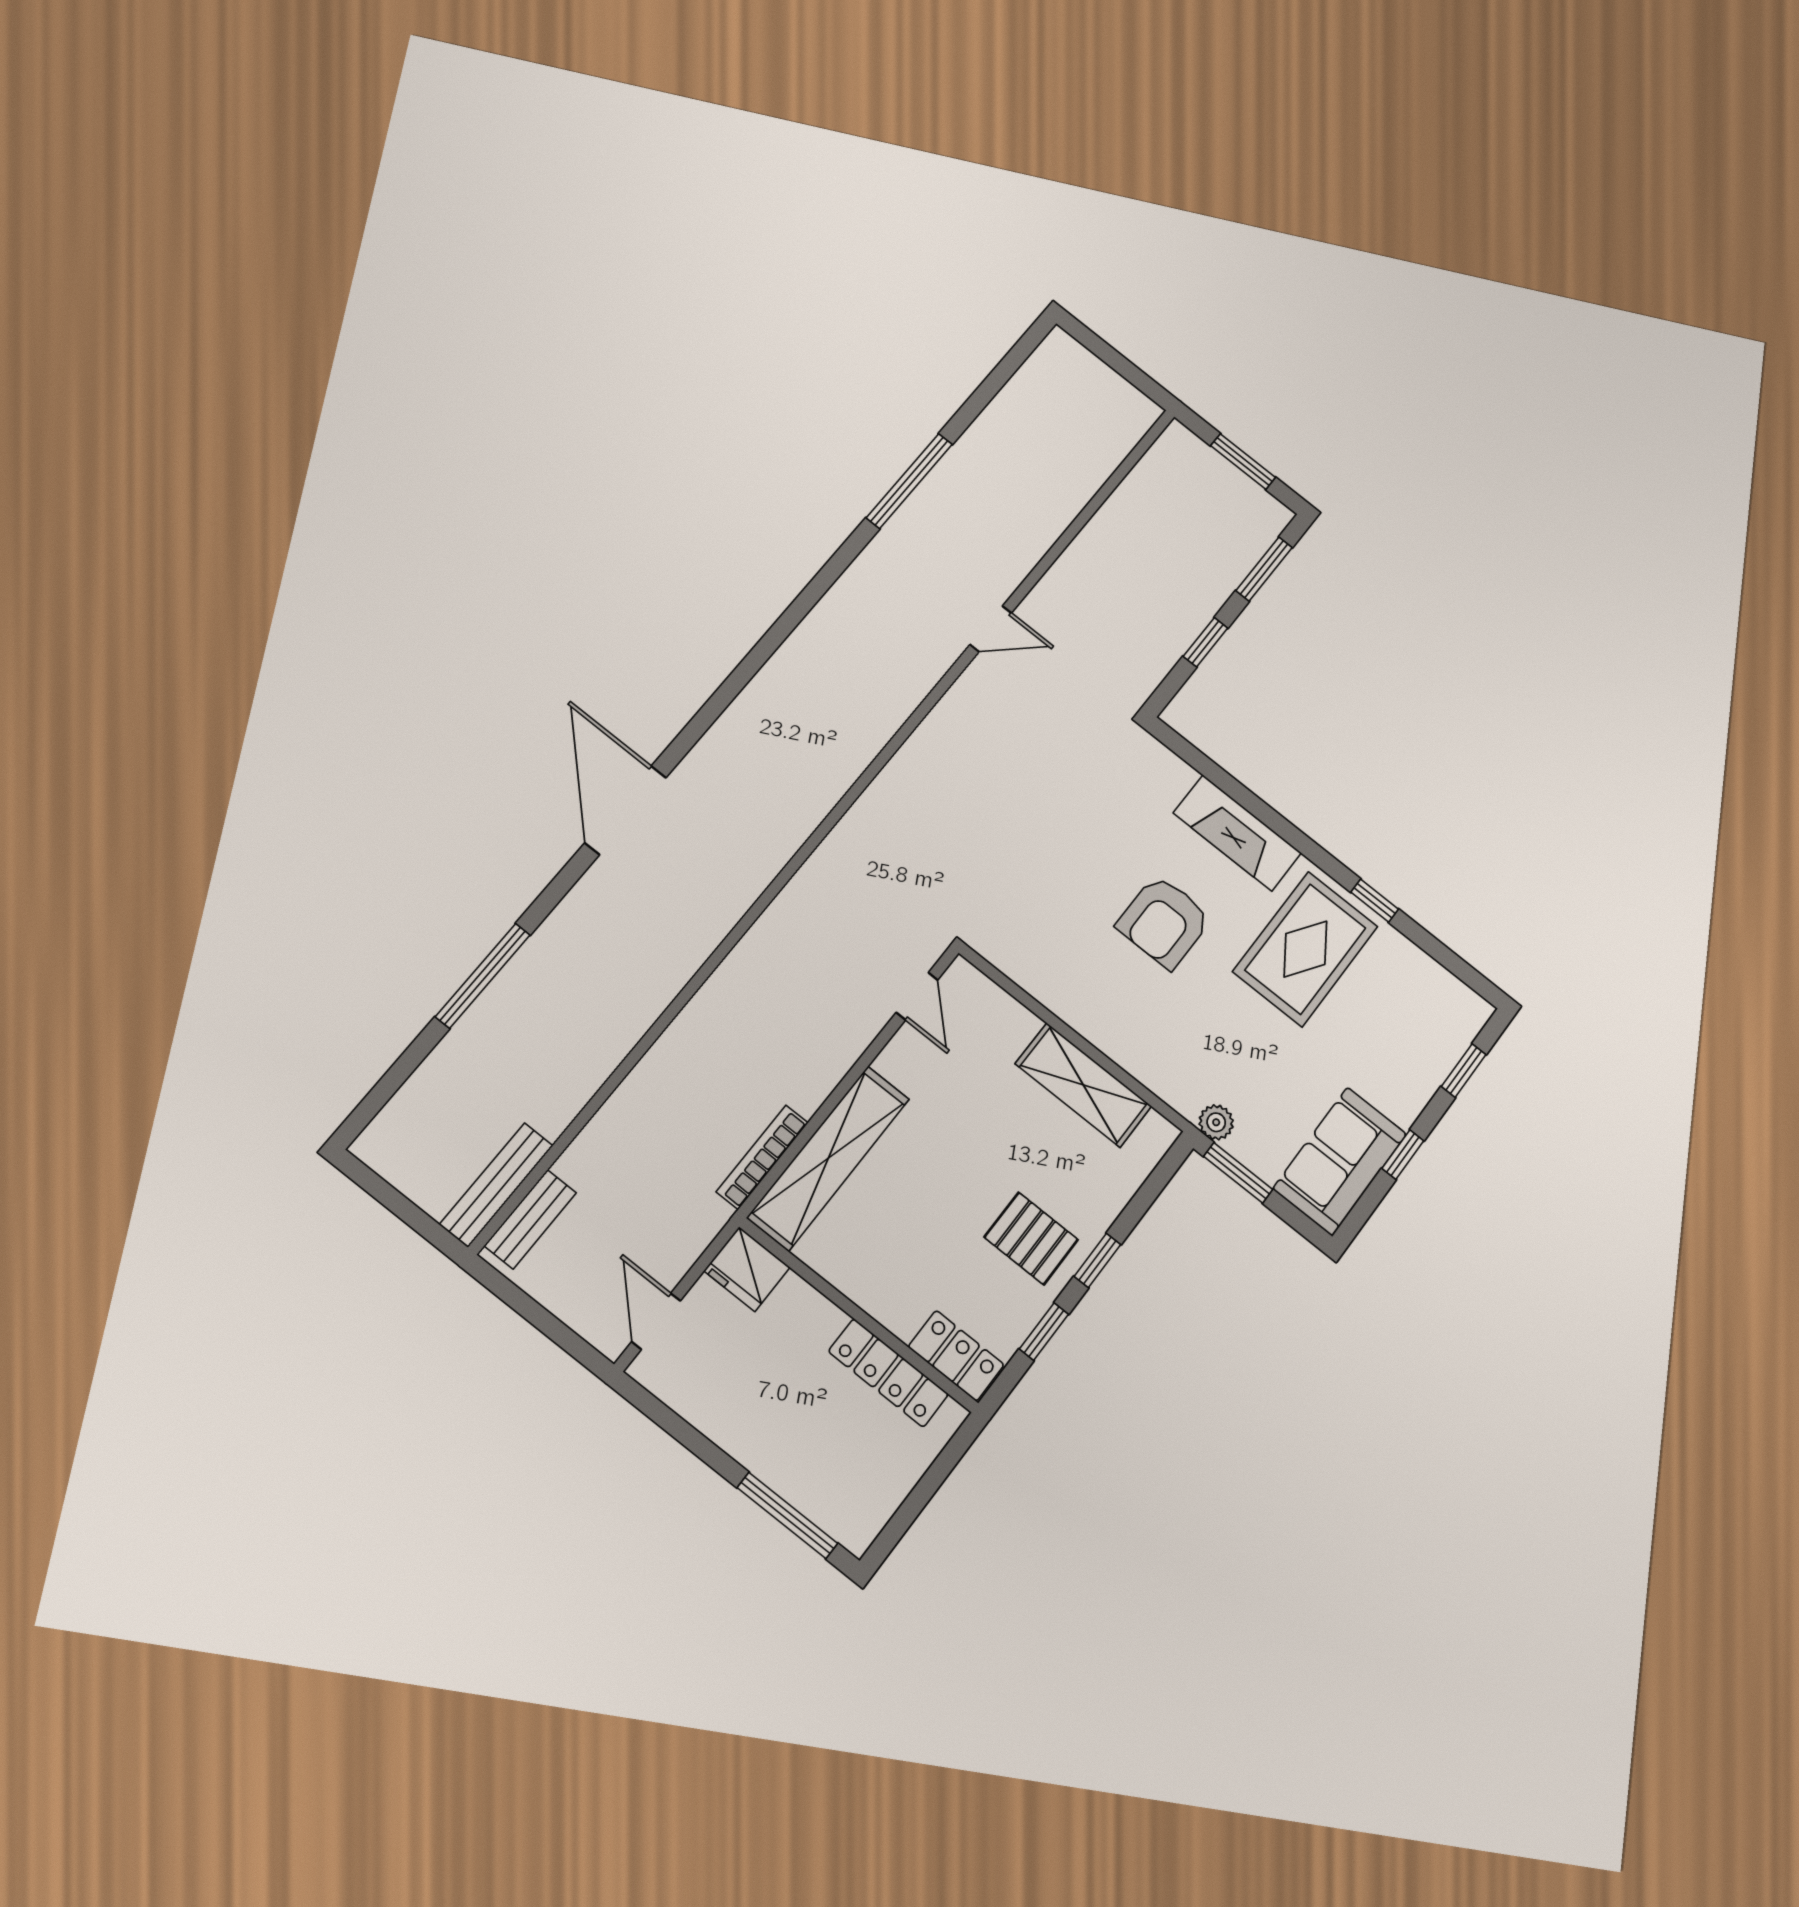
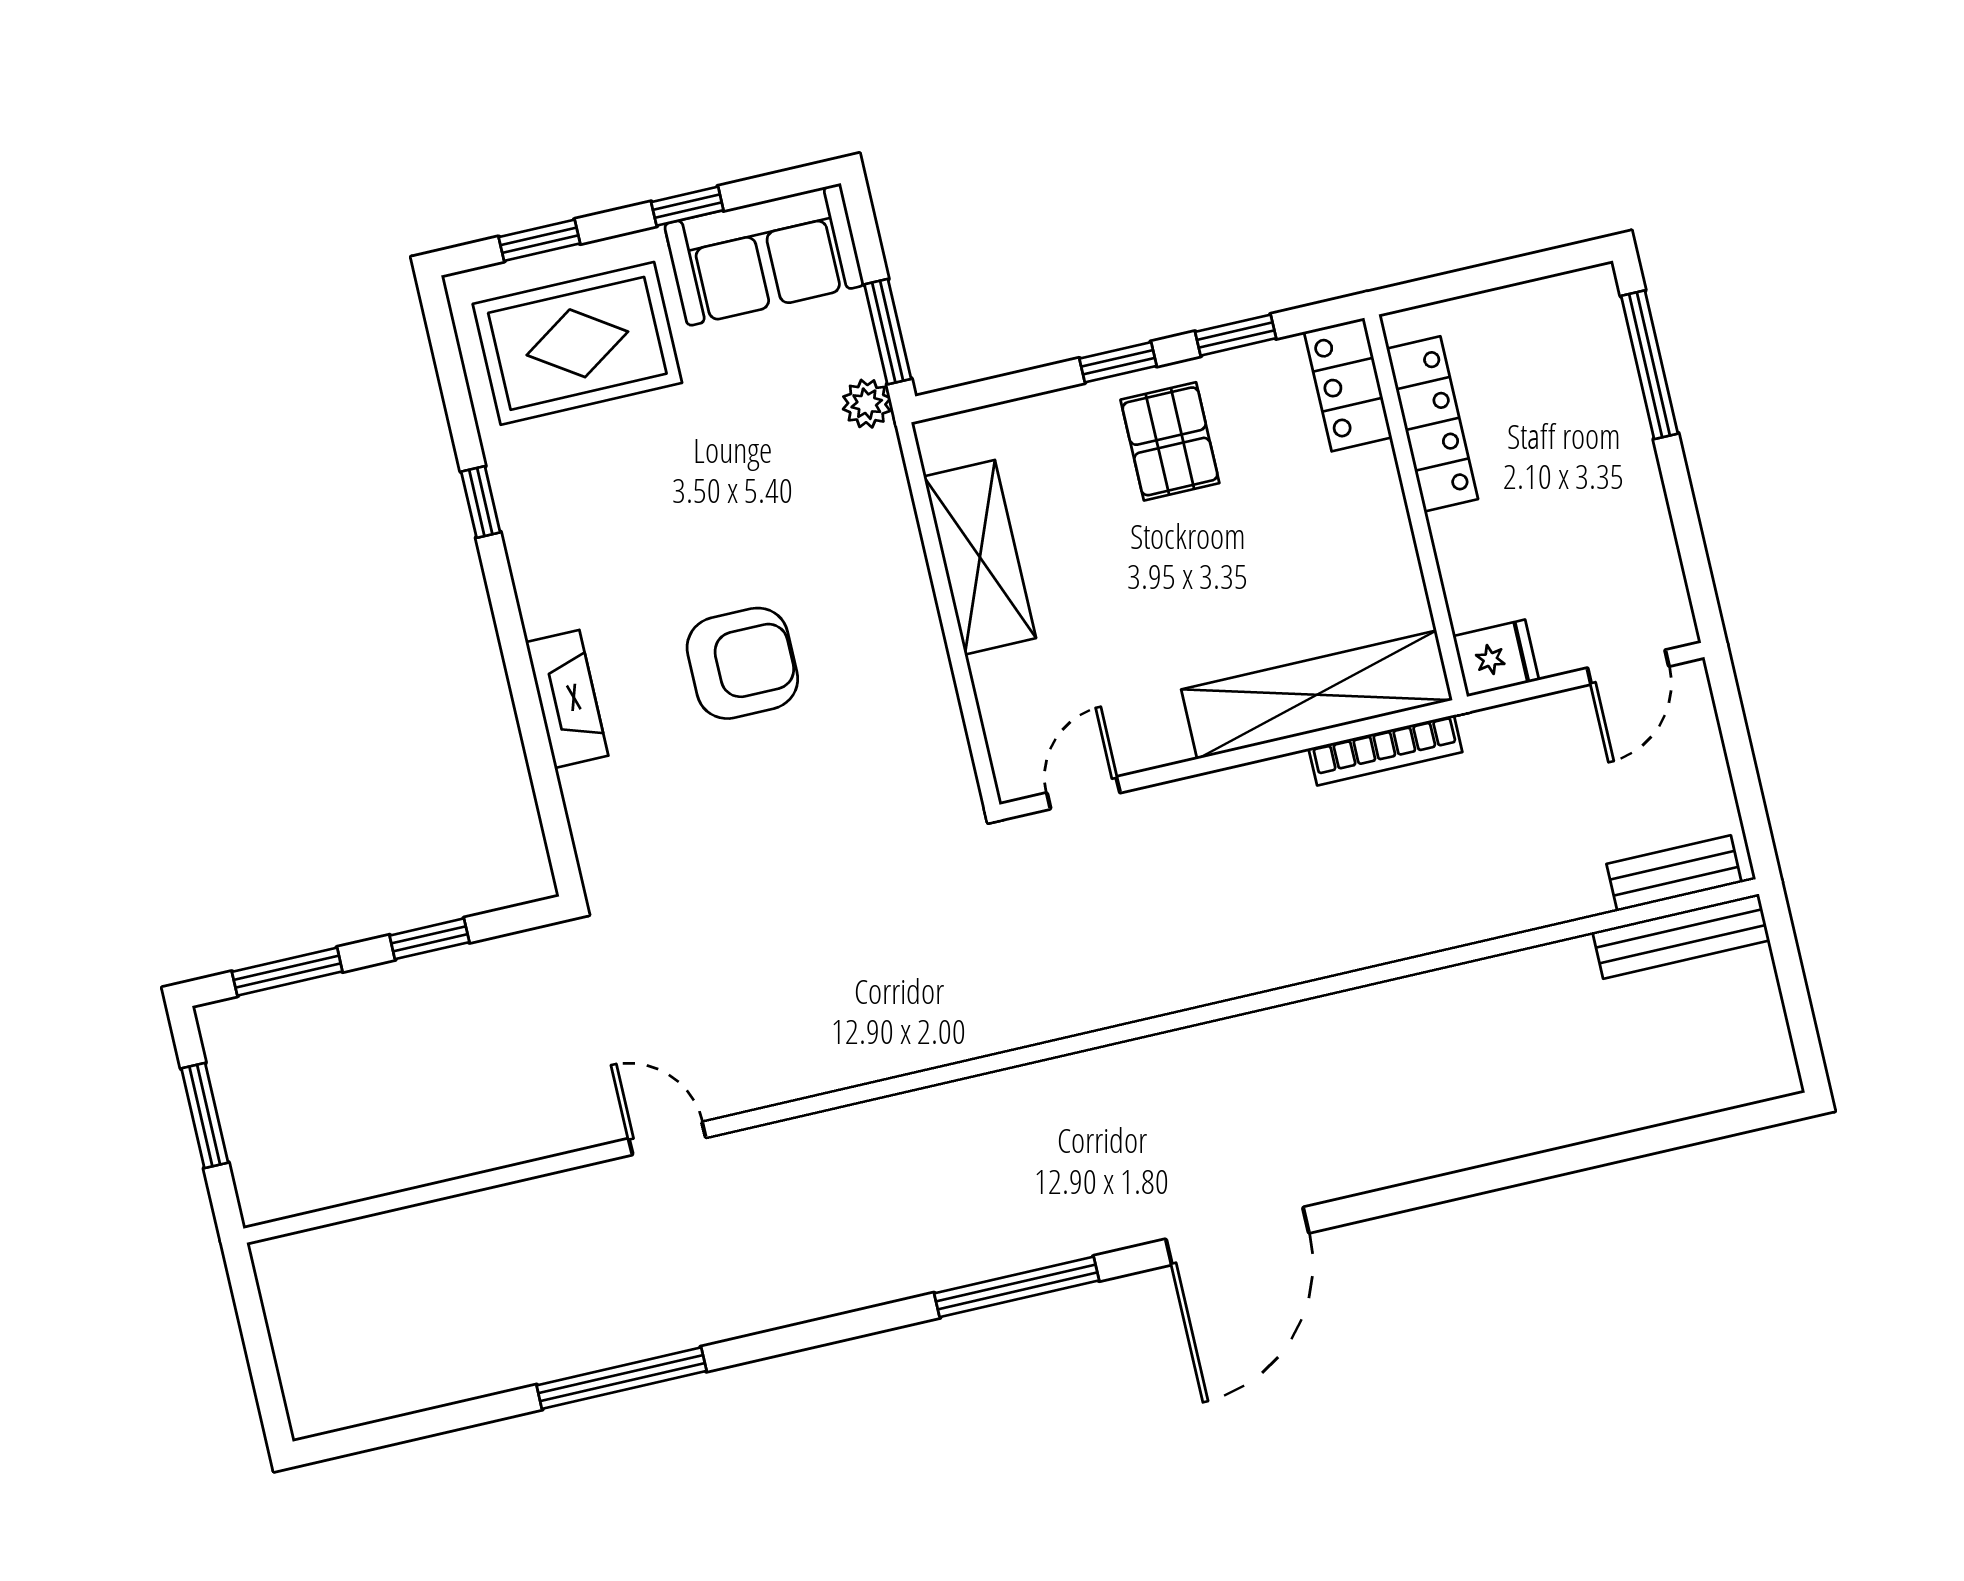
fireplace: (1237, 833) -> (567, 699), width x0.73, depth x0.76
rug: (1305, 949) -> (577, 343), moved
window: (483, 976) -> (1017, 1287), moved
fridge: (747, 1269) -> (1496, 658), width x0.72

